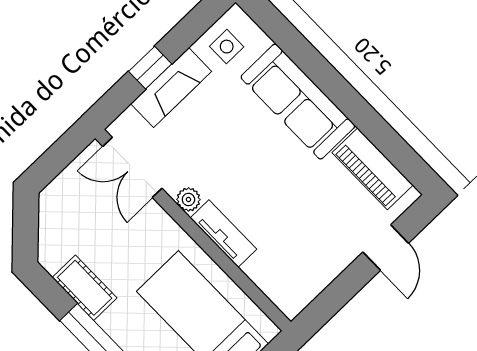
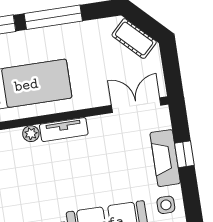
plant: (188, 199) -> (31, 134), moved
cot: (85, 288) -> (134, 39), moved, turned 45

